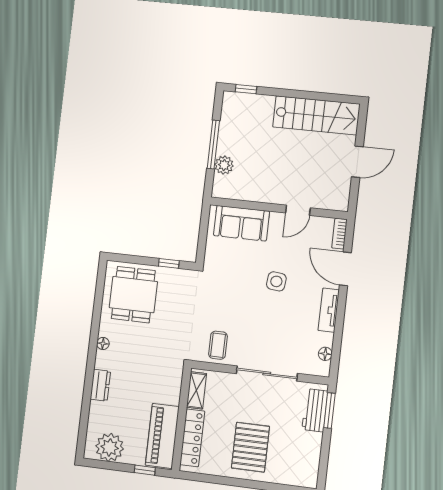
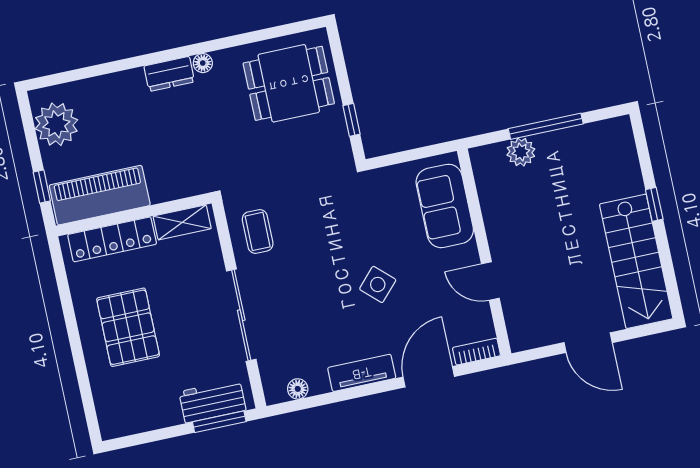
window: (246, 89) -> (654, 204), moved
side table: (276, 281) -> (378, 284), turned 37
coffee table: (218, 345) -> (258, 231), turned 90
dresser: (100, 385) -> (169, 74), moved
pallet: (250, 447) -> (128, 327), turned 90

